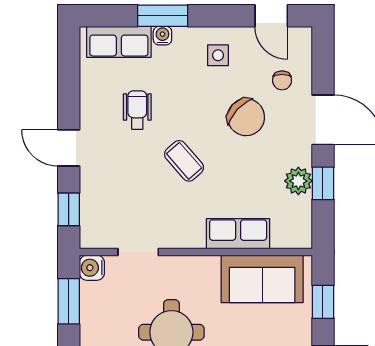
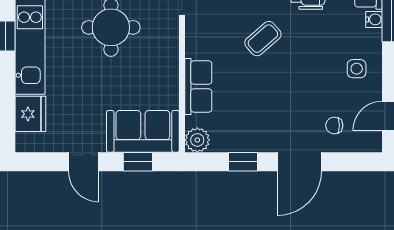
chair: (246, 117) -> (302, 93), removed
plant: (298, 181) -> (197, 140), moved
sofa: (262, 279) -> (143, 131), moved, turned 90

